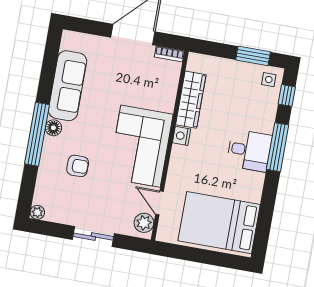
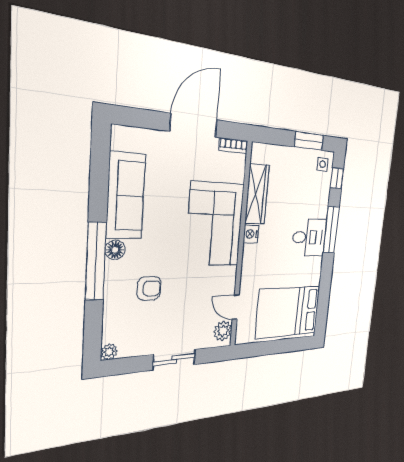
corner sofa: (141, 146) -> (215, 224), moved

